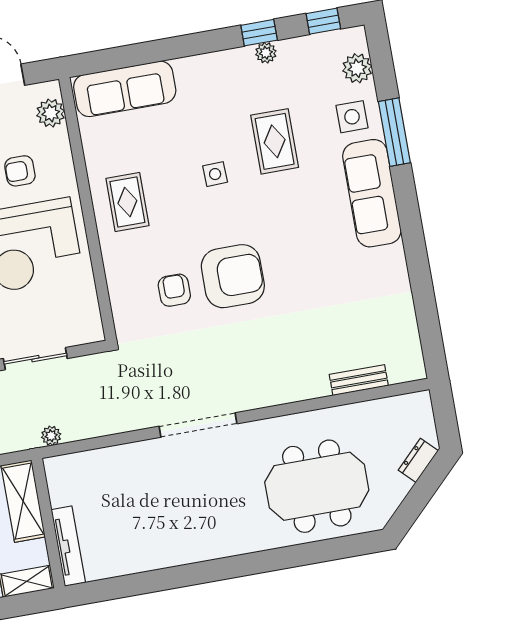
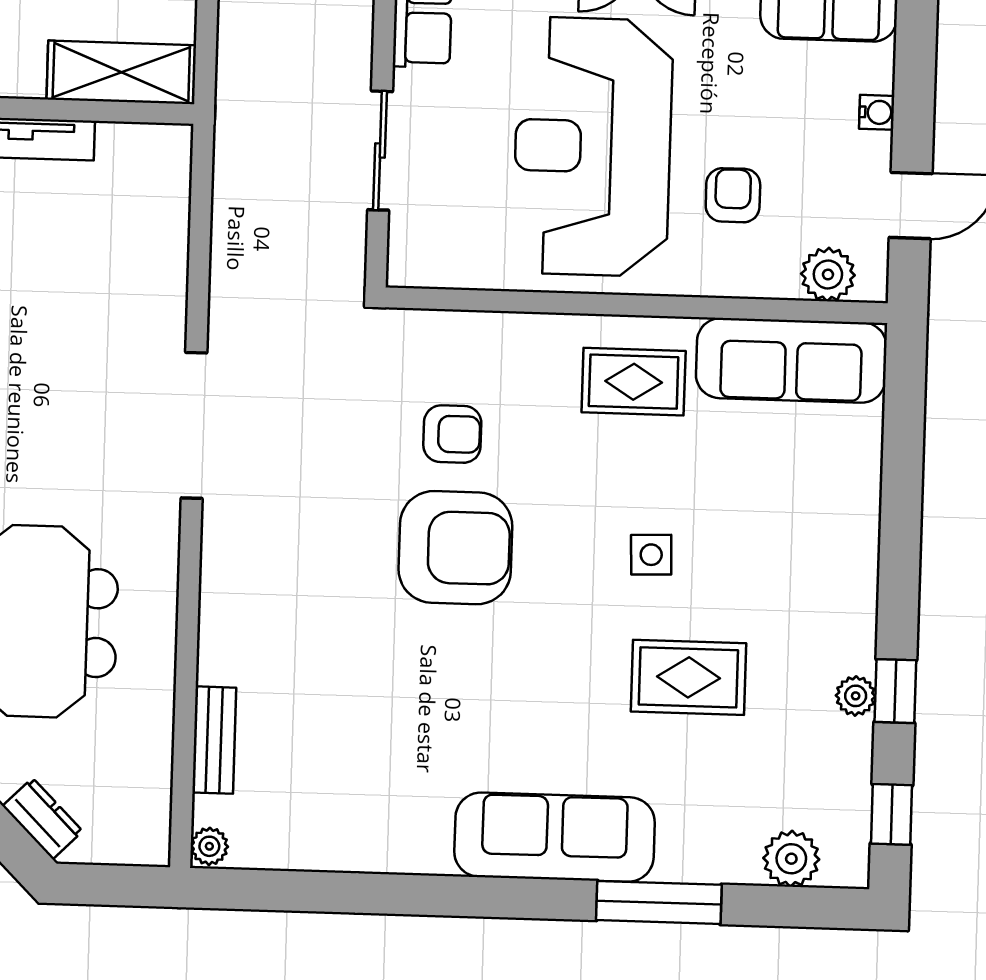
sofa: (125, 89) -> (791, 360), moved, turned -90
side table: (352, 117) -> (704, 830), removed
armchair: (233, 276) -> (455, 548), turned -90
plant: (51, 436) -> (209, 846), moved

